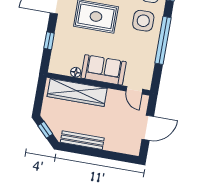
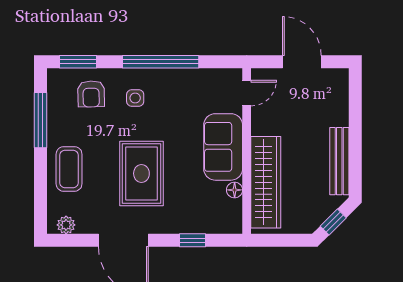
side table: (143, 21) -> (135, 98), width x0.54, depth x0.54

